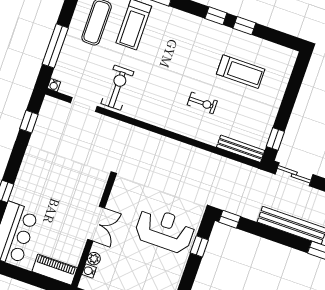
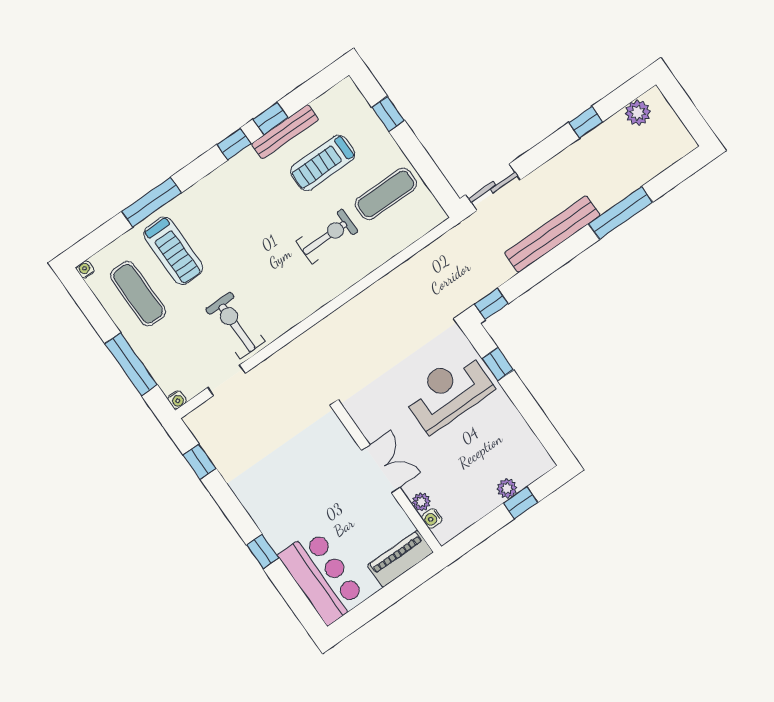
treadmill: (241, 72) -> (323, 163), turned 180
exercise bike: (202, 103) -> (327, 236), width x1.38, depth x1.39
exercise mat: (248, 118) -> (386, 194), added
window: (275, 139) -> (388, 114), moved
bench: (241, 149) -> (285, 132), moved

